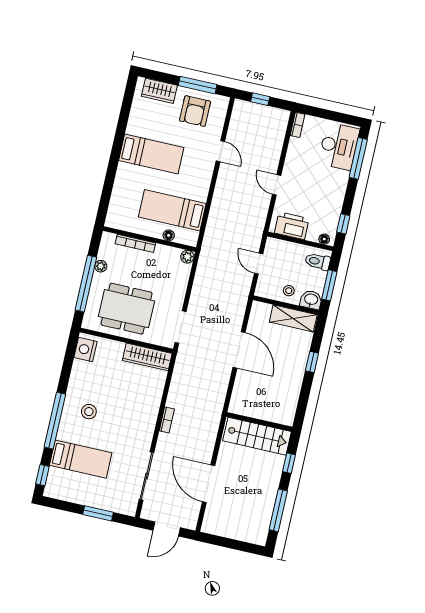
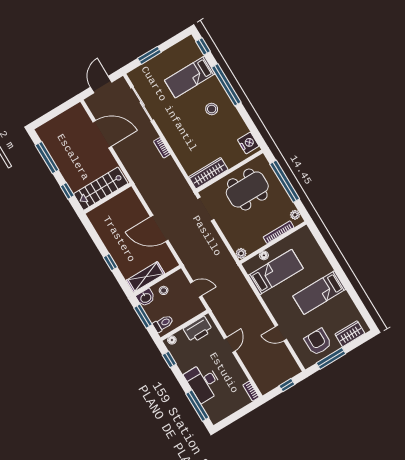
desk: (339, 146) -> (204, 382), moved
door: (277, 185) -> (230, 345), hinge flipped
plant: (101, 266) -> (295, 215), moved

